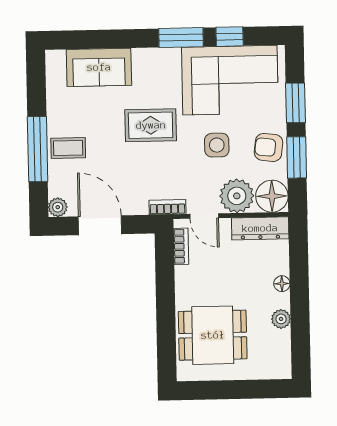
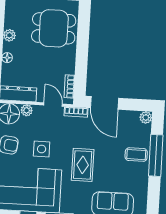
rug: (151, 125) -> (83, 165), turned 90
plant: (237, 196) -> (27, 110), width x0.53, depth x0.53
door: (100, 225) -> (104, 103), moved

